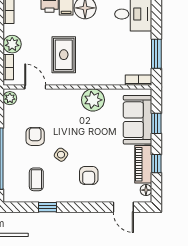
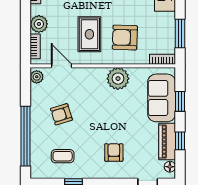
armchair: (100, 58) -> (125, 37), added
armchair: (35, 136) -> (61, 114), turned -107
side table: (61, 155) -> (87, 132), removed
armchair: (89, 176) -> (114, 153), turned 180
coffee table: (36, 179) -> (63, 156), turned 90

